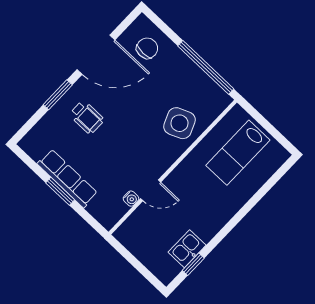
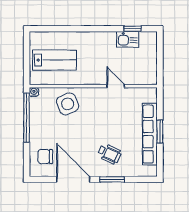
wheelchair: (87, 117) -> (109, 154), turned 116
row of seats: (67, 178) -> (150, 134), width x1.36
water cooler: (131, 199) -> (34, 92), moved

